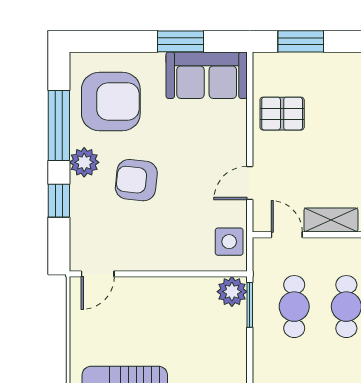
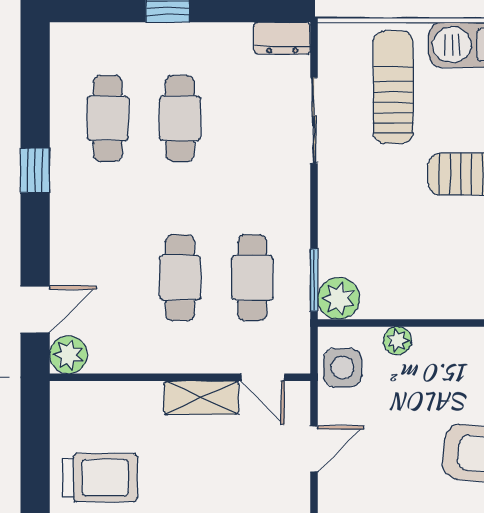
plant: (190, 261) -> (397, 341), added

